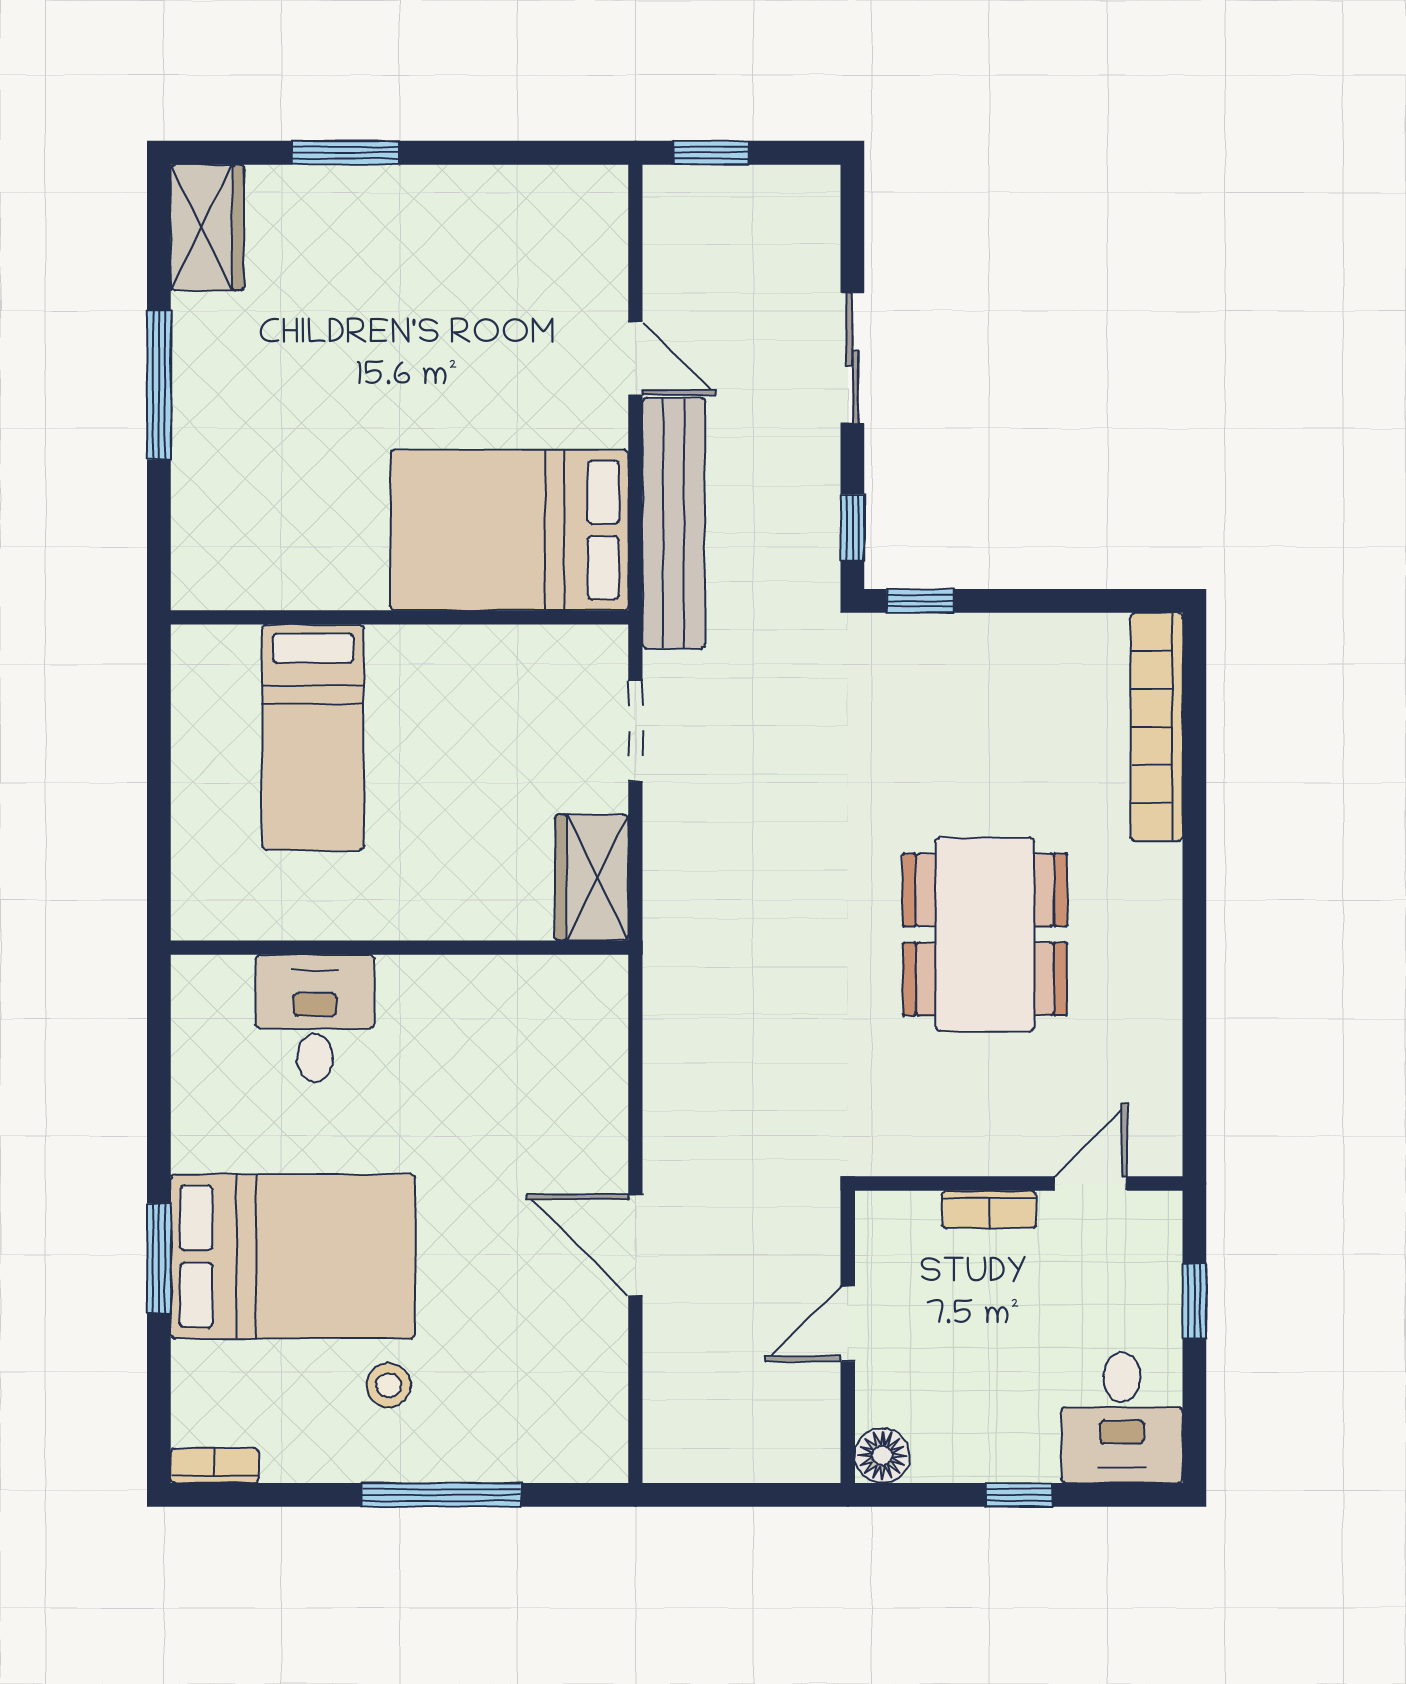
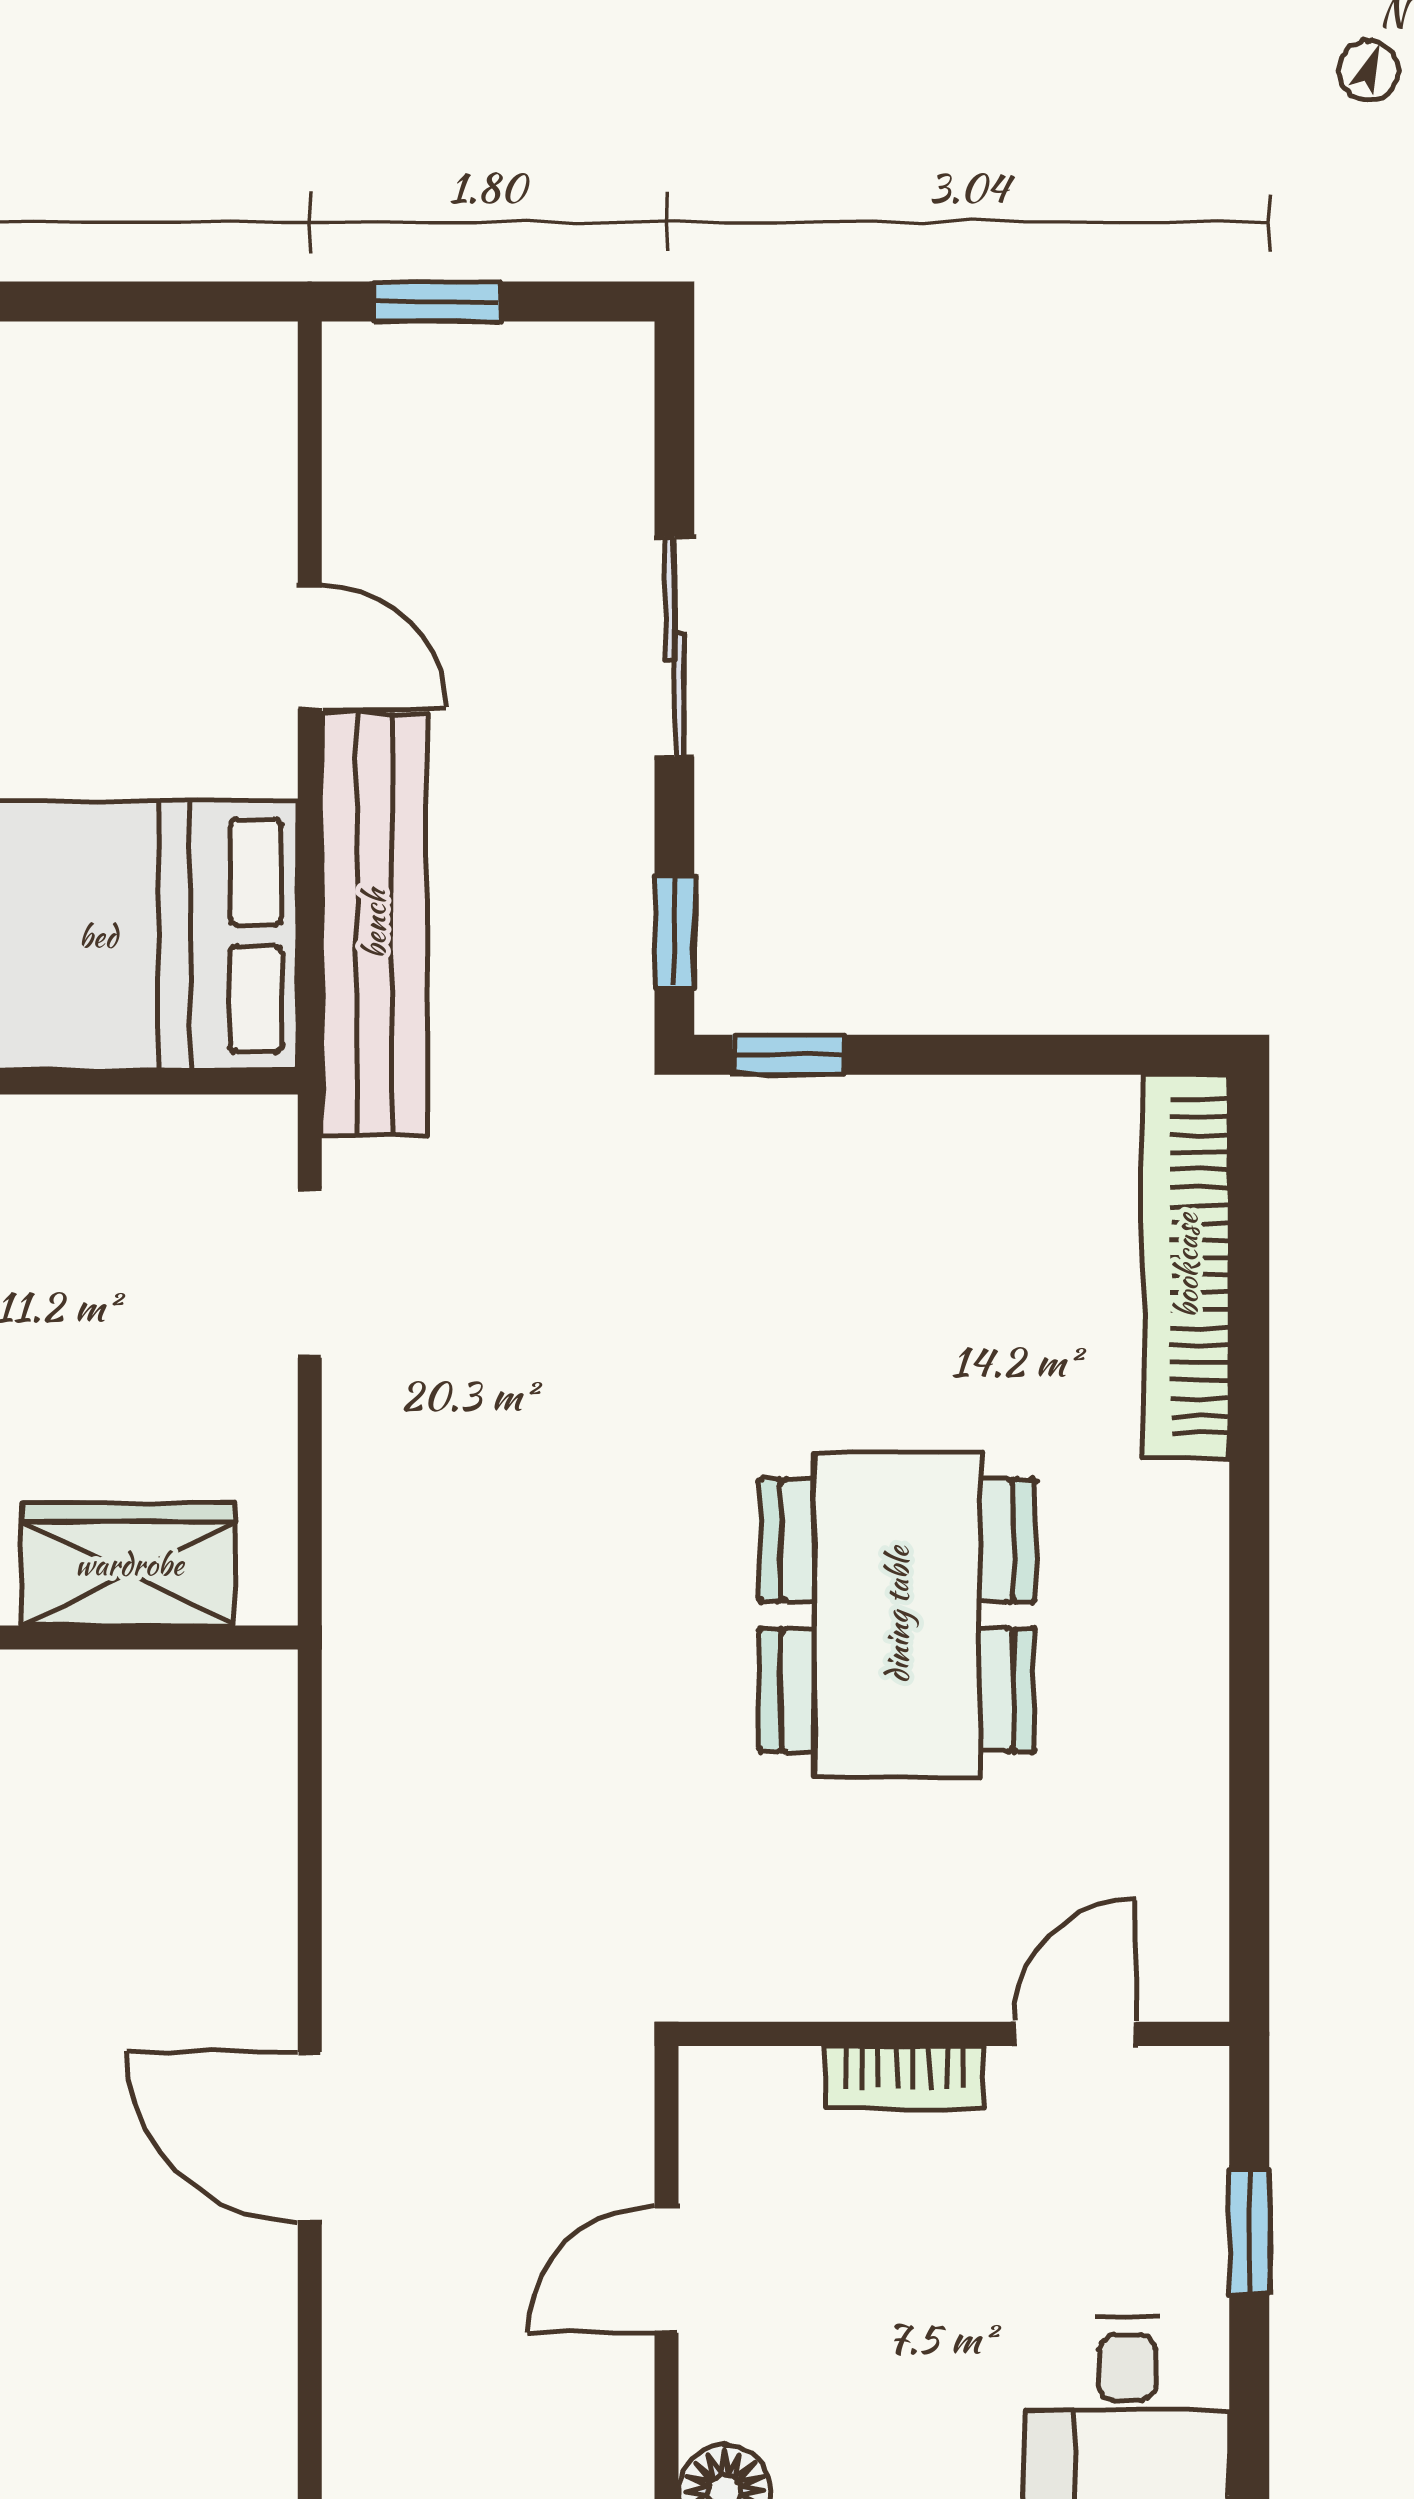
wardrobe: (592, 877) -> (129, 1564), moved, turned 90

